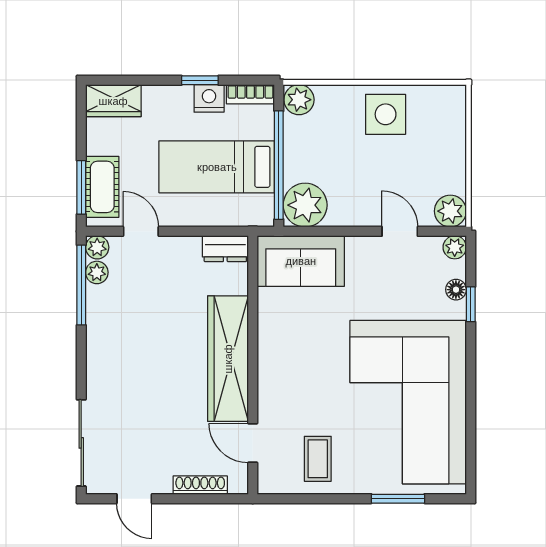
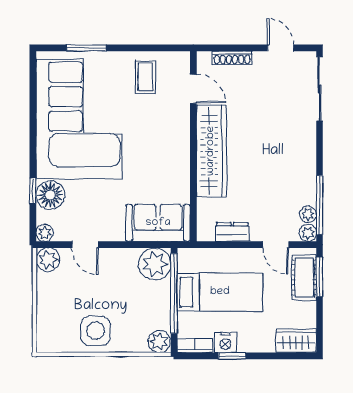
dresser: (225, 249) -> (232, 232), moved
floor lamp: (456, 290) -> (50, 195), width x1.89, depth x1.89

